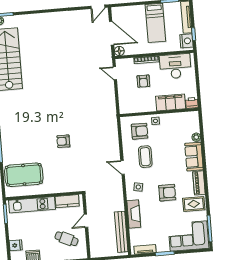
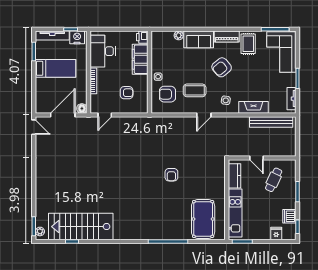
armchair: (143, 81) -> (127, 93), moved
armchair: (140, 131) -> (167, 94), turned -90
armchair: (167, 193) -> (222, 67), moved, turned -130

